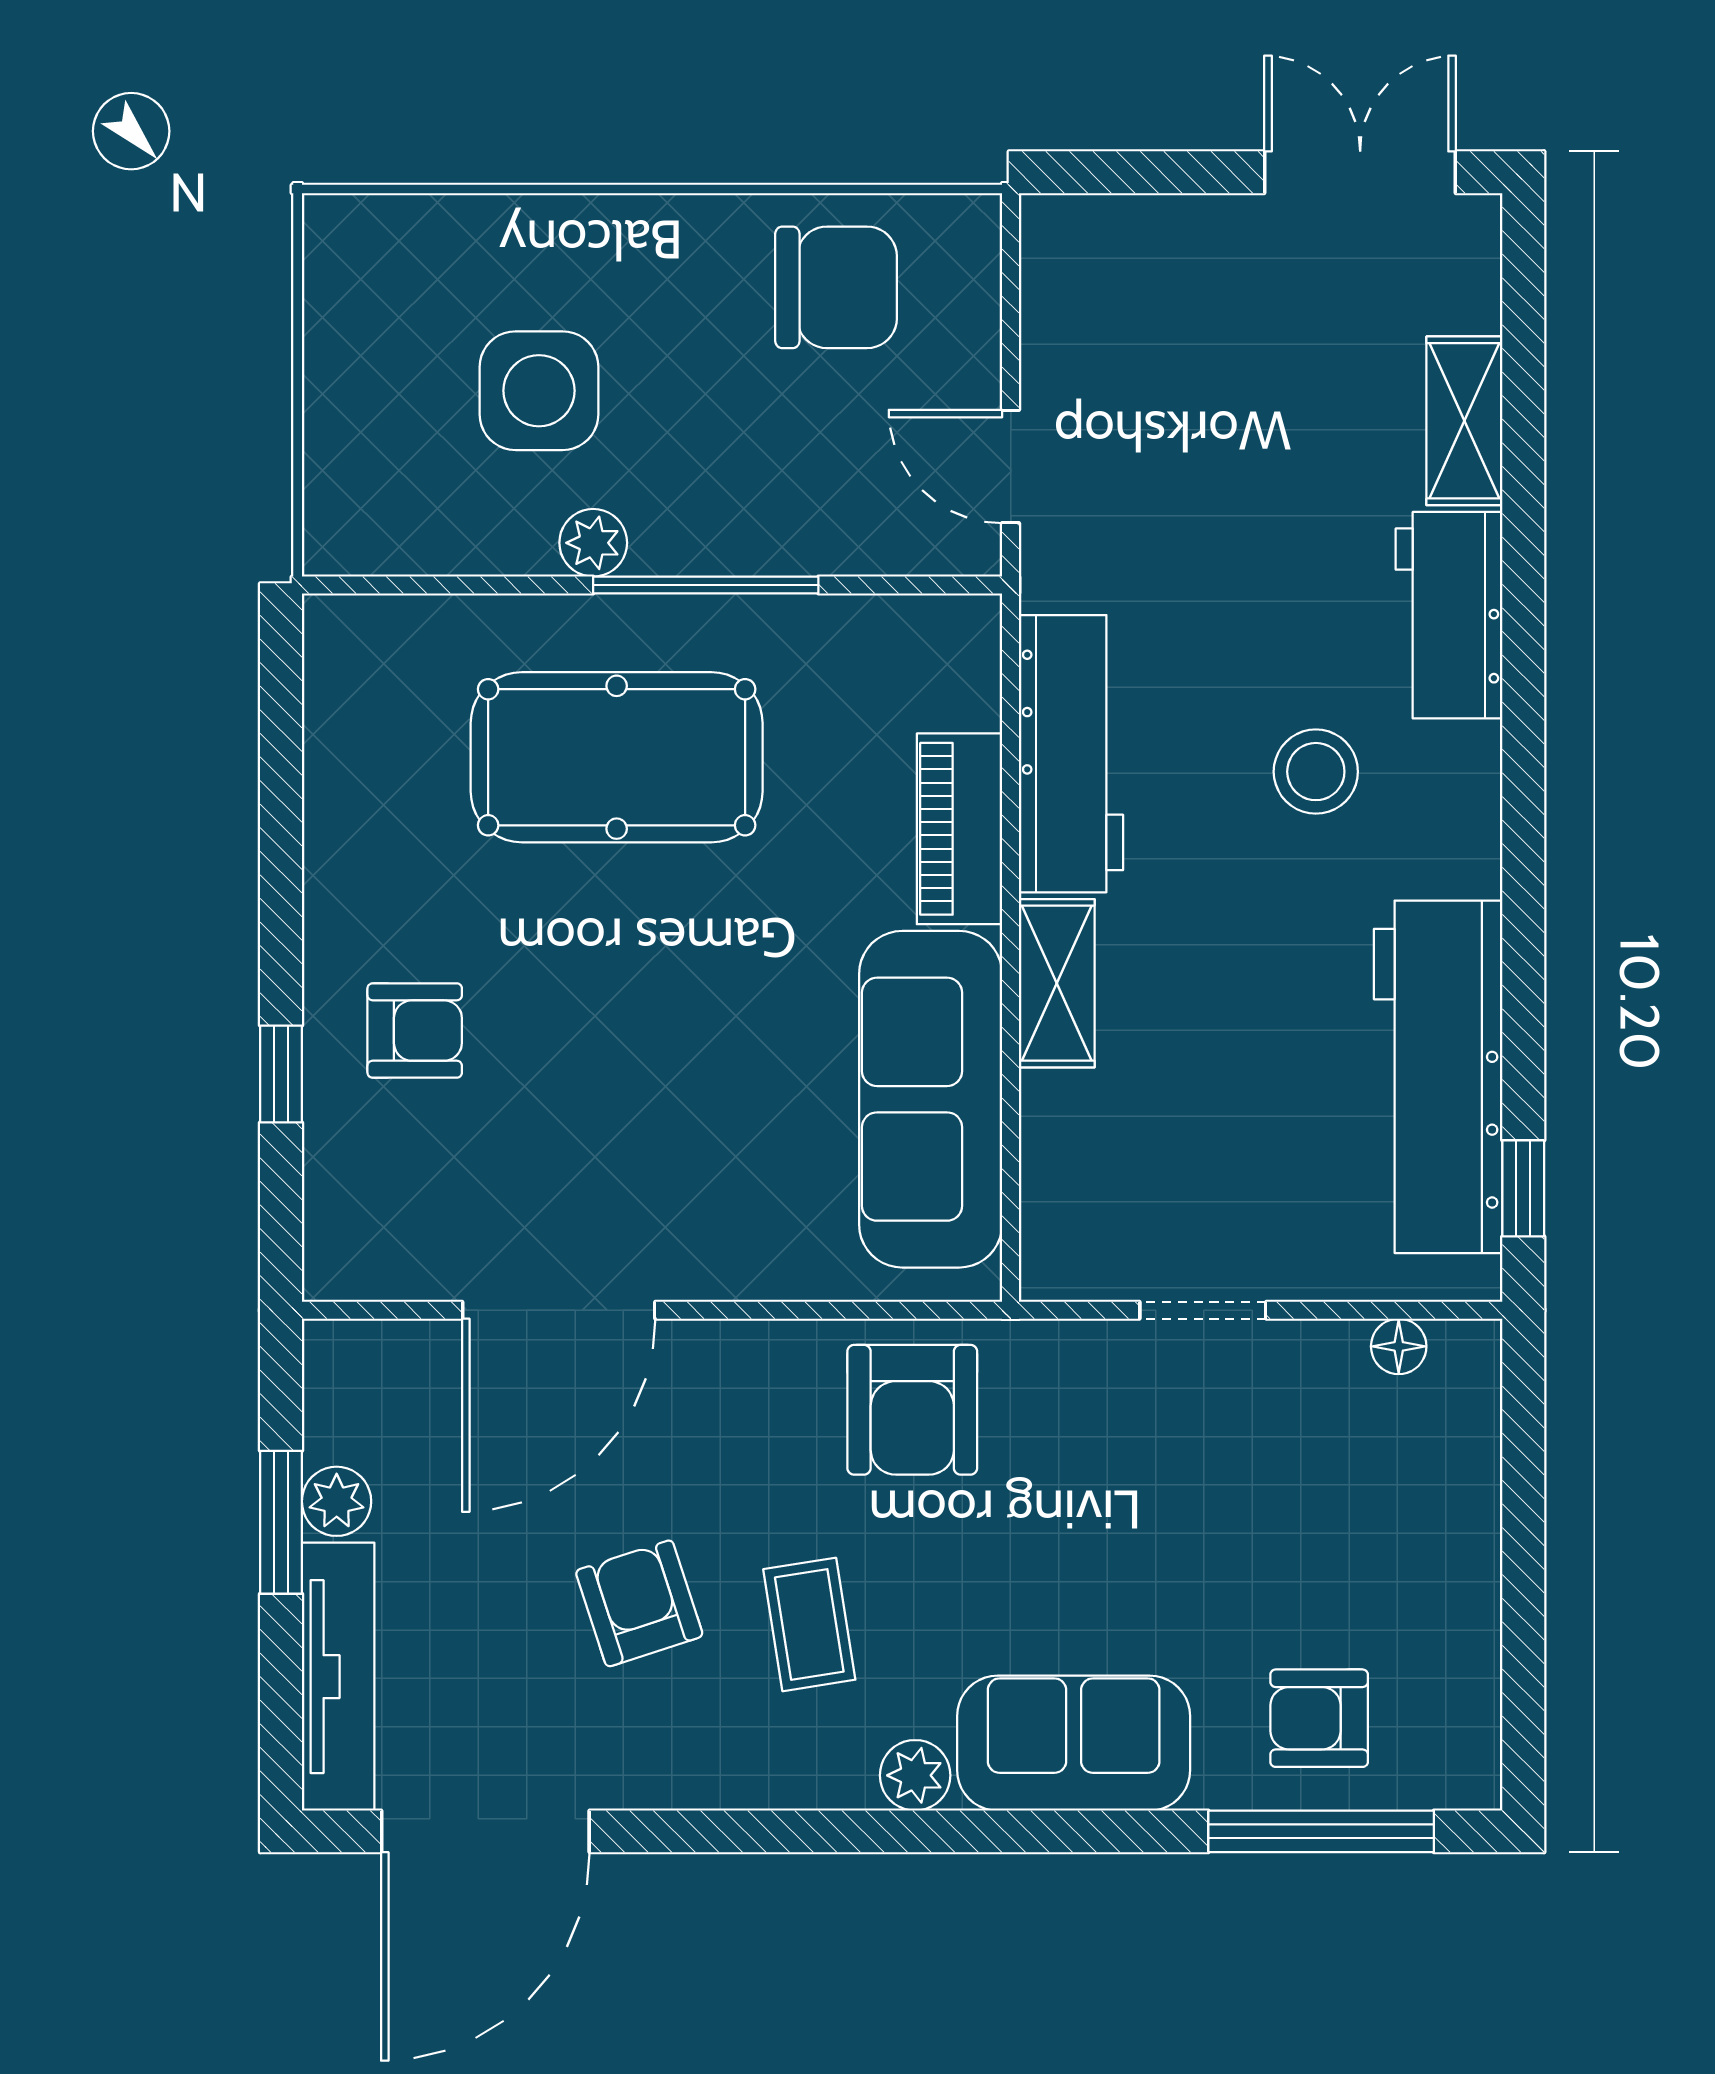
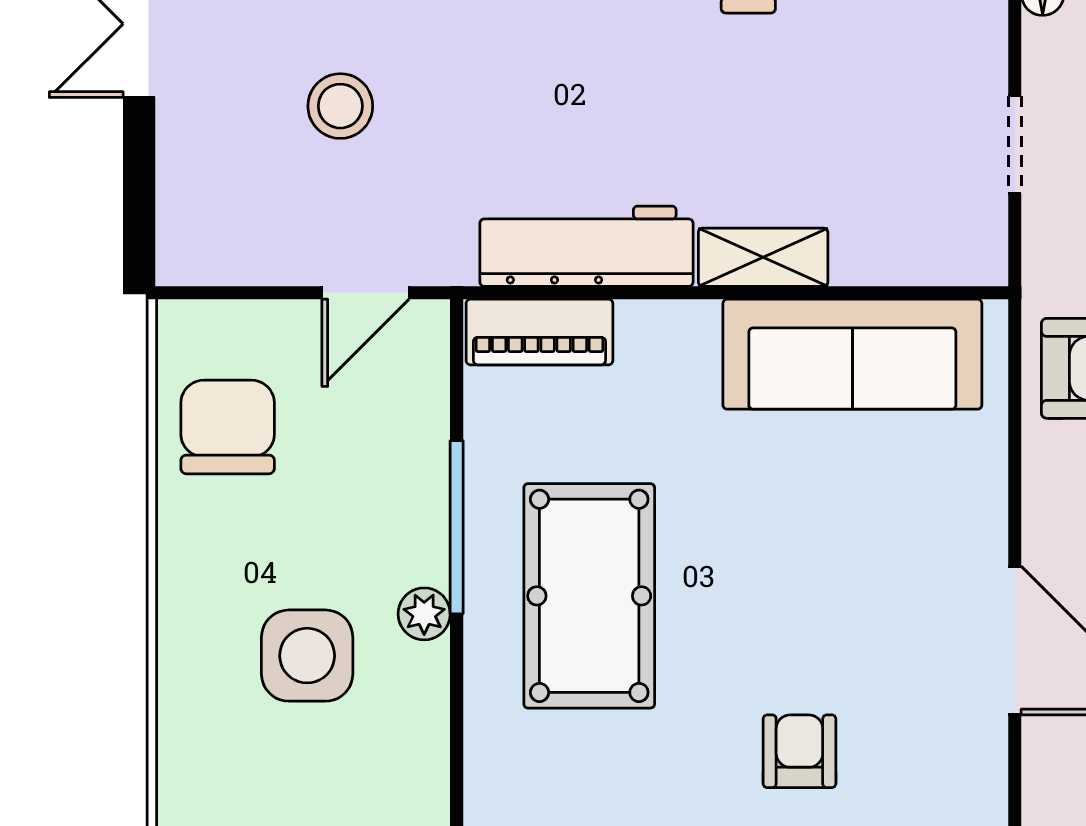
stool: (1316, 772) -> (340, 106), moved
piano: (959, 829) -> (539, 332), moved

